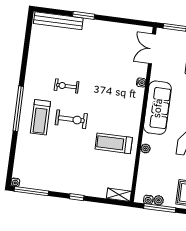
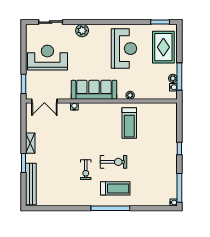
exercise bike: (71, 119) -> (114, 162), turned 90
shelving: (119, 195) -> (30, 143), moved

